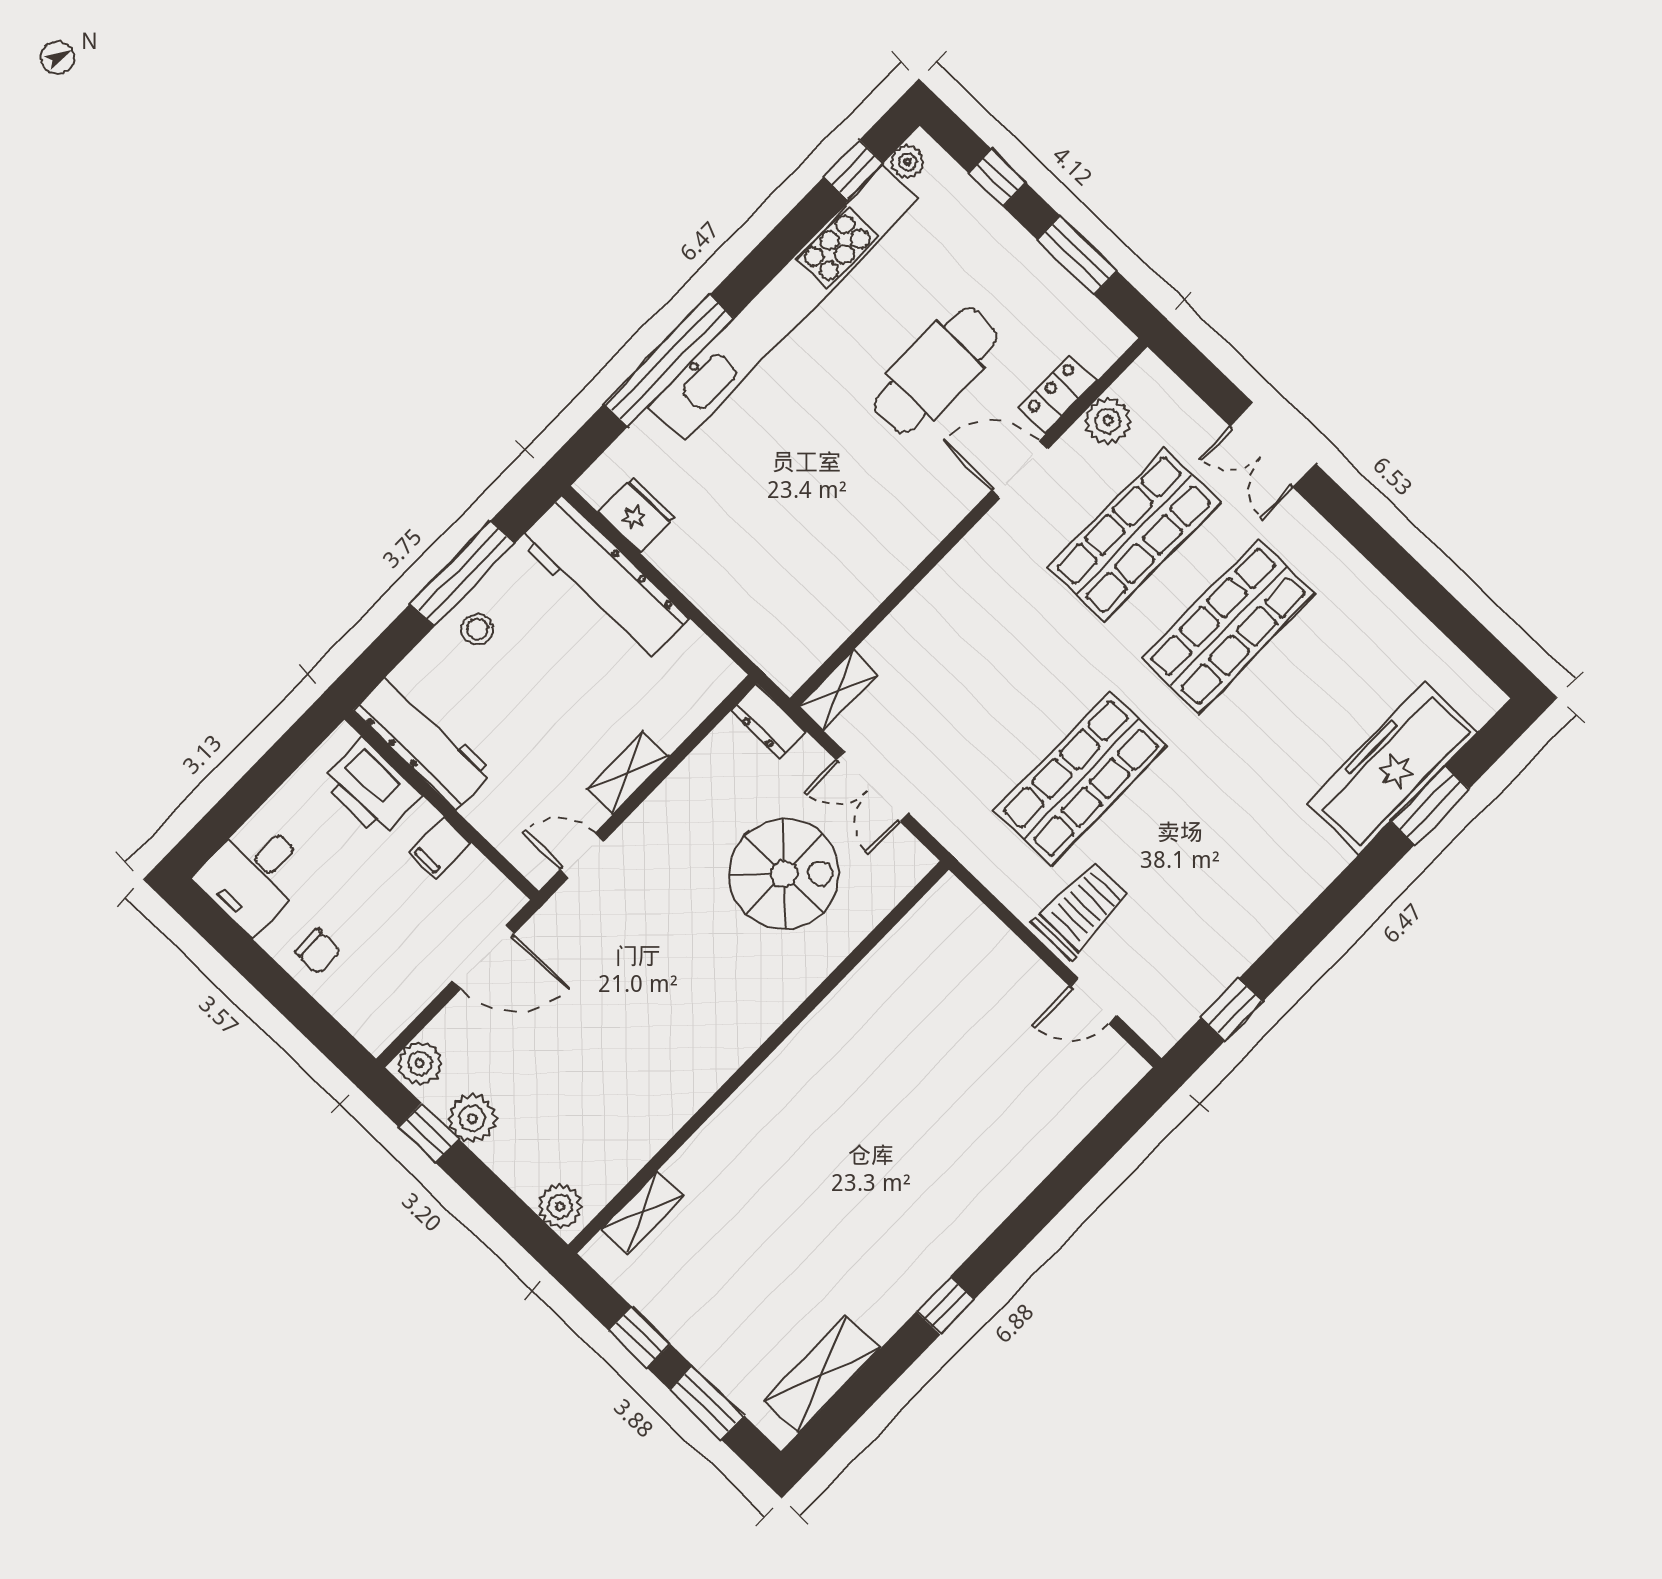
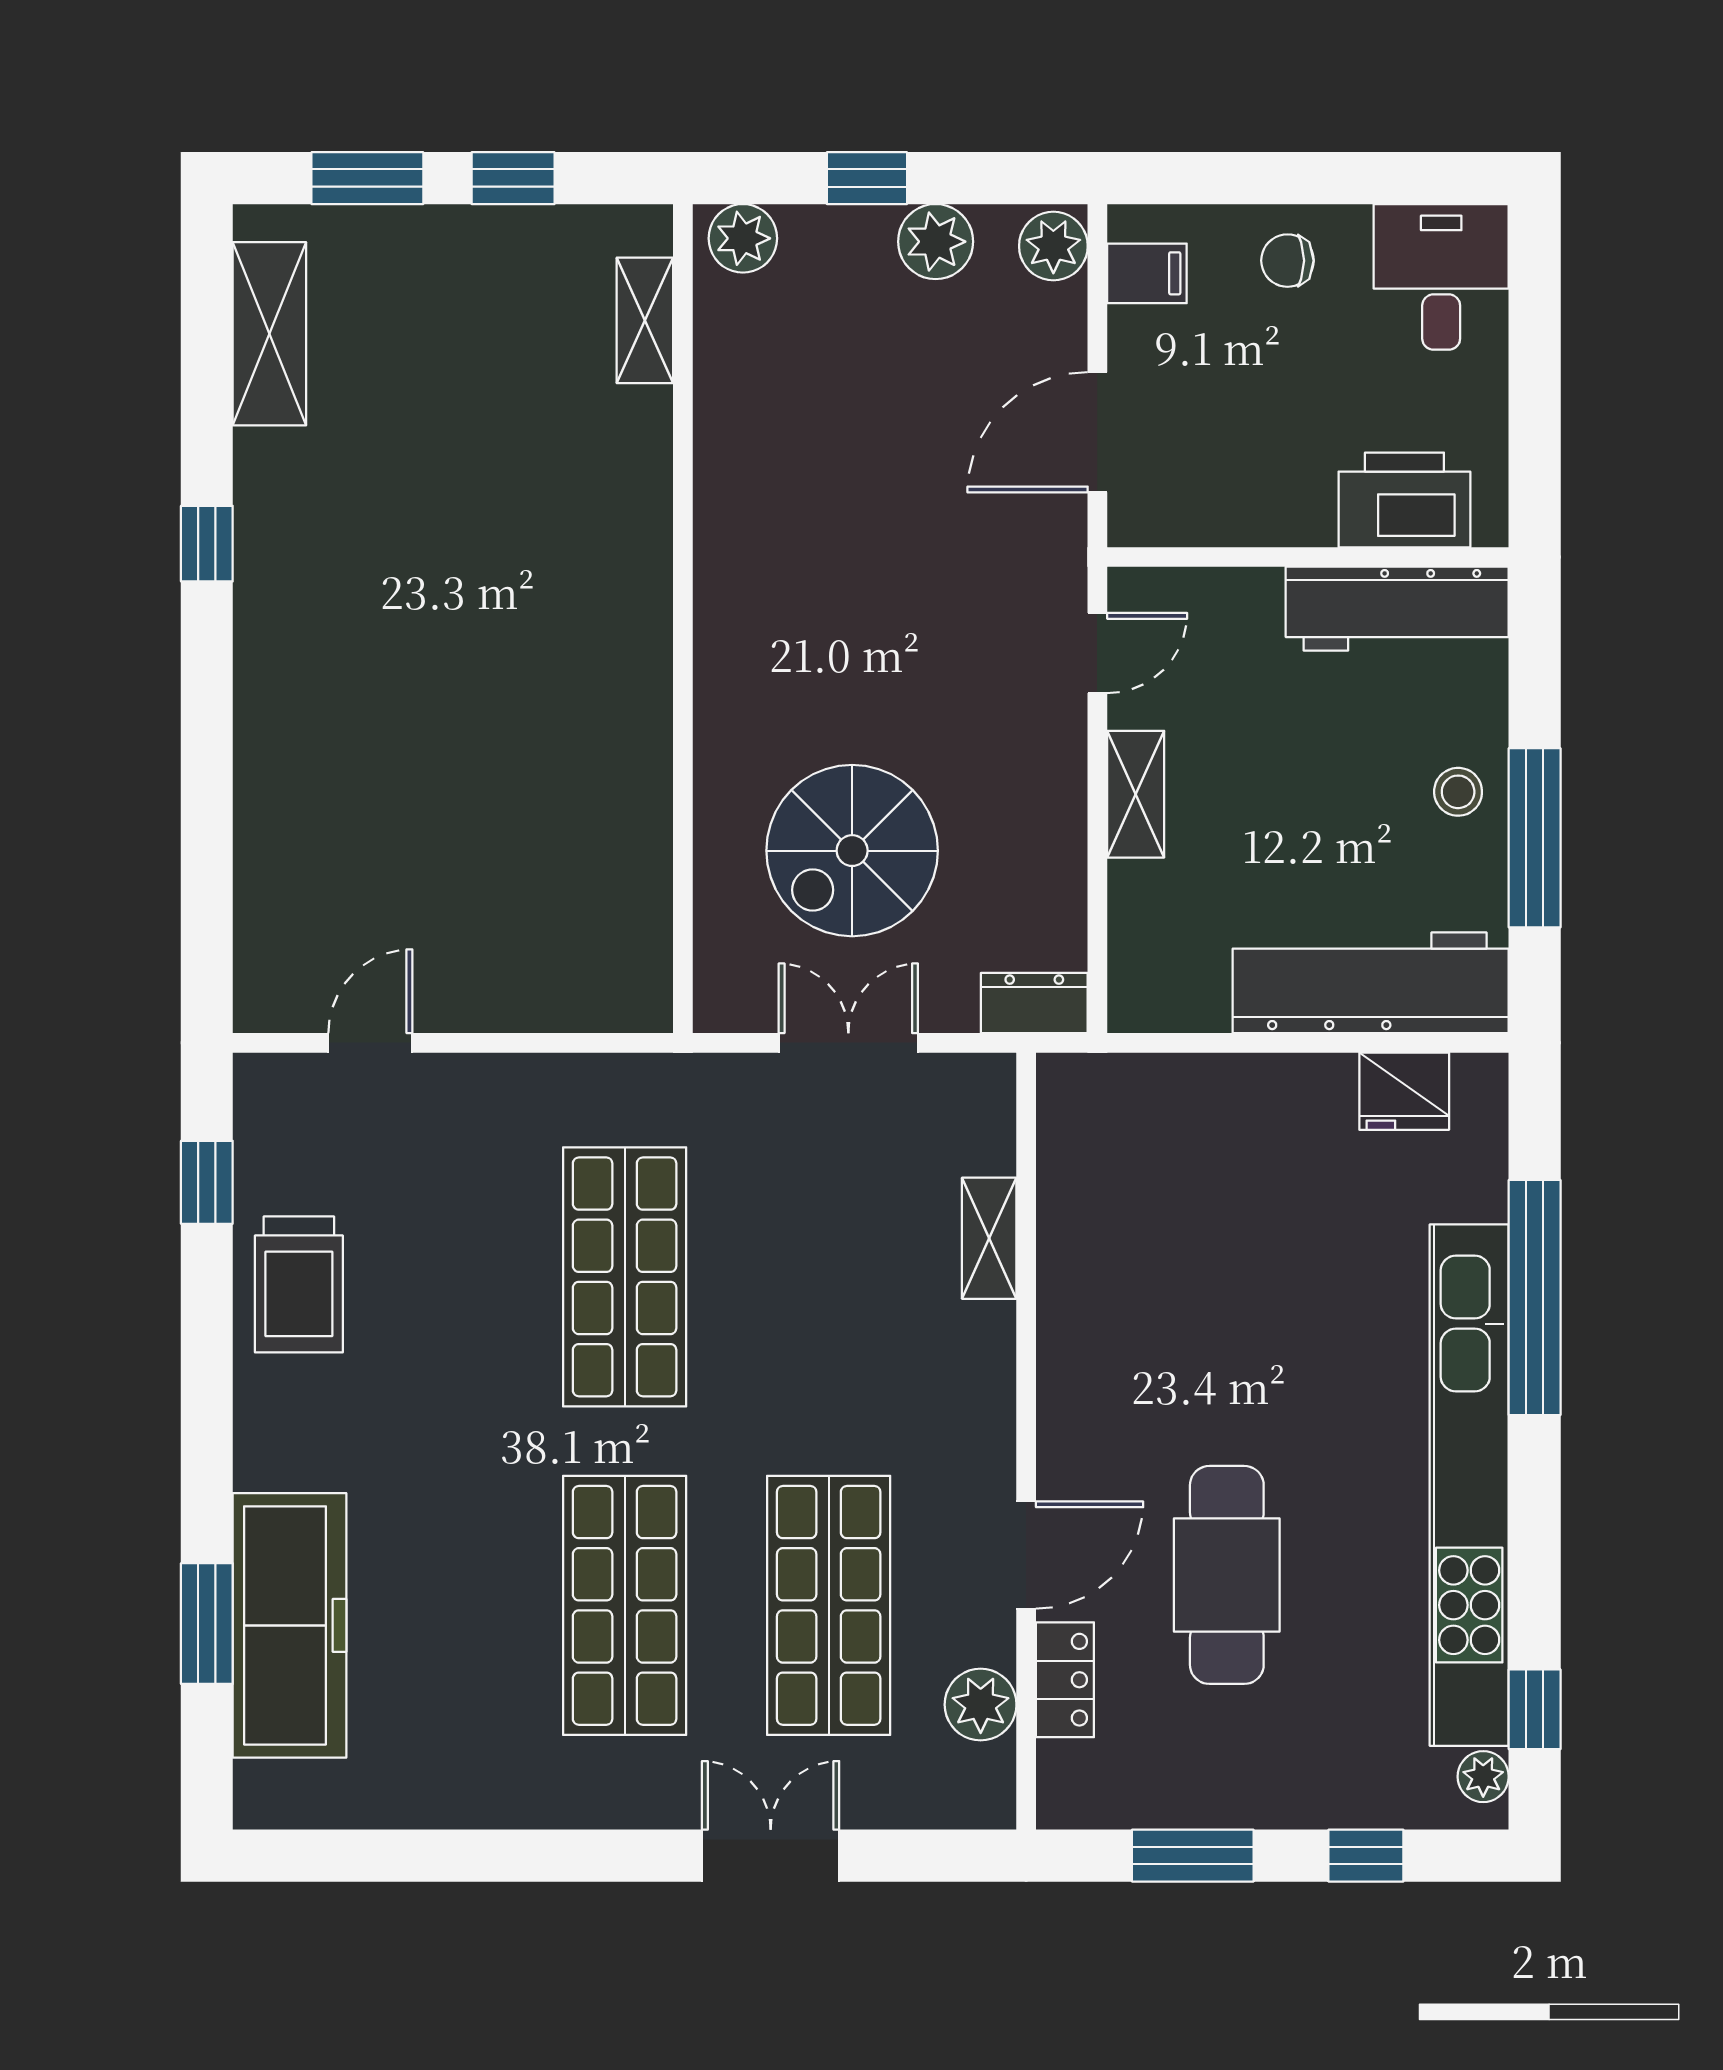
shelving: (838, 691) -> (989, 1238), moved
filing cabinet: (440, 848) -> (1147, 273), moved, turned 90
trolley: (1081, 910) -> (299, 1284), moved
window: (429, 1133) -> (867, 178), moved

